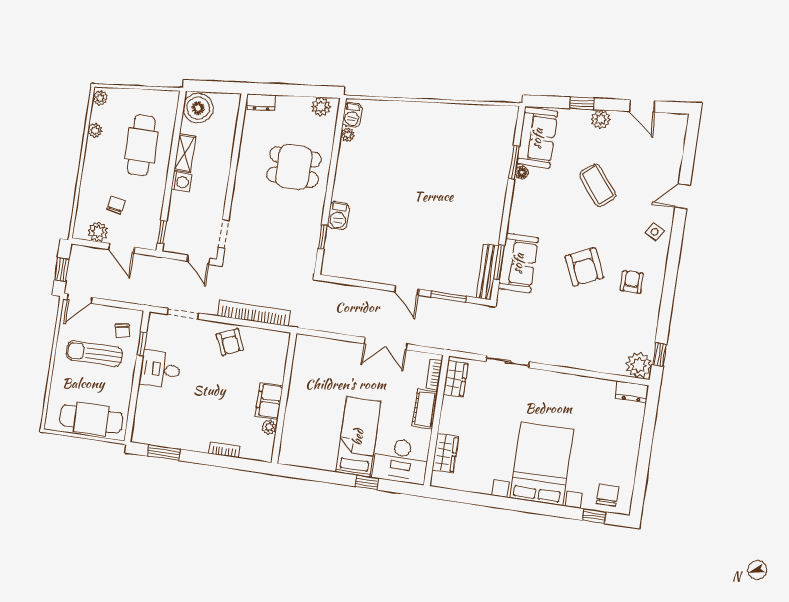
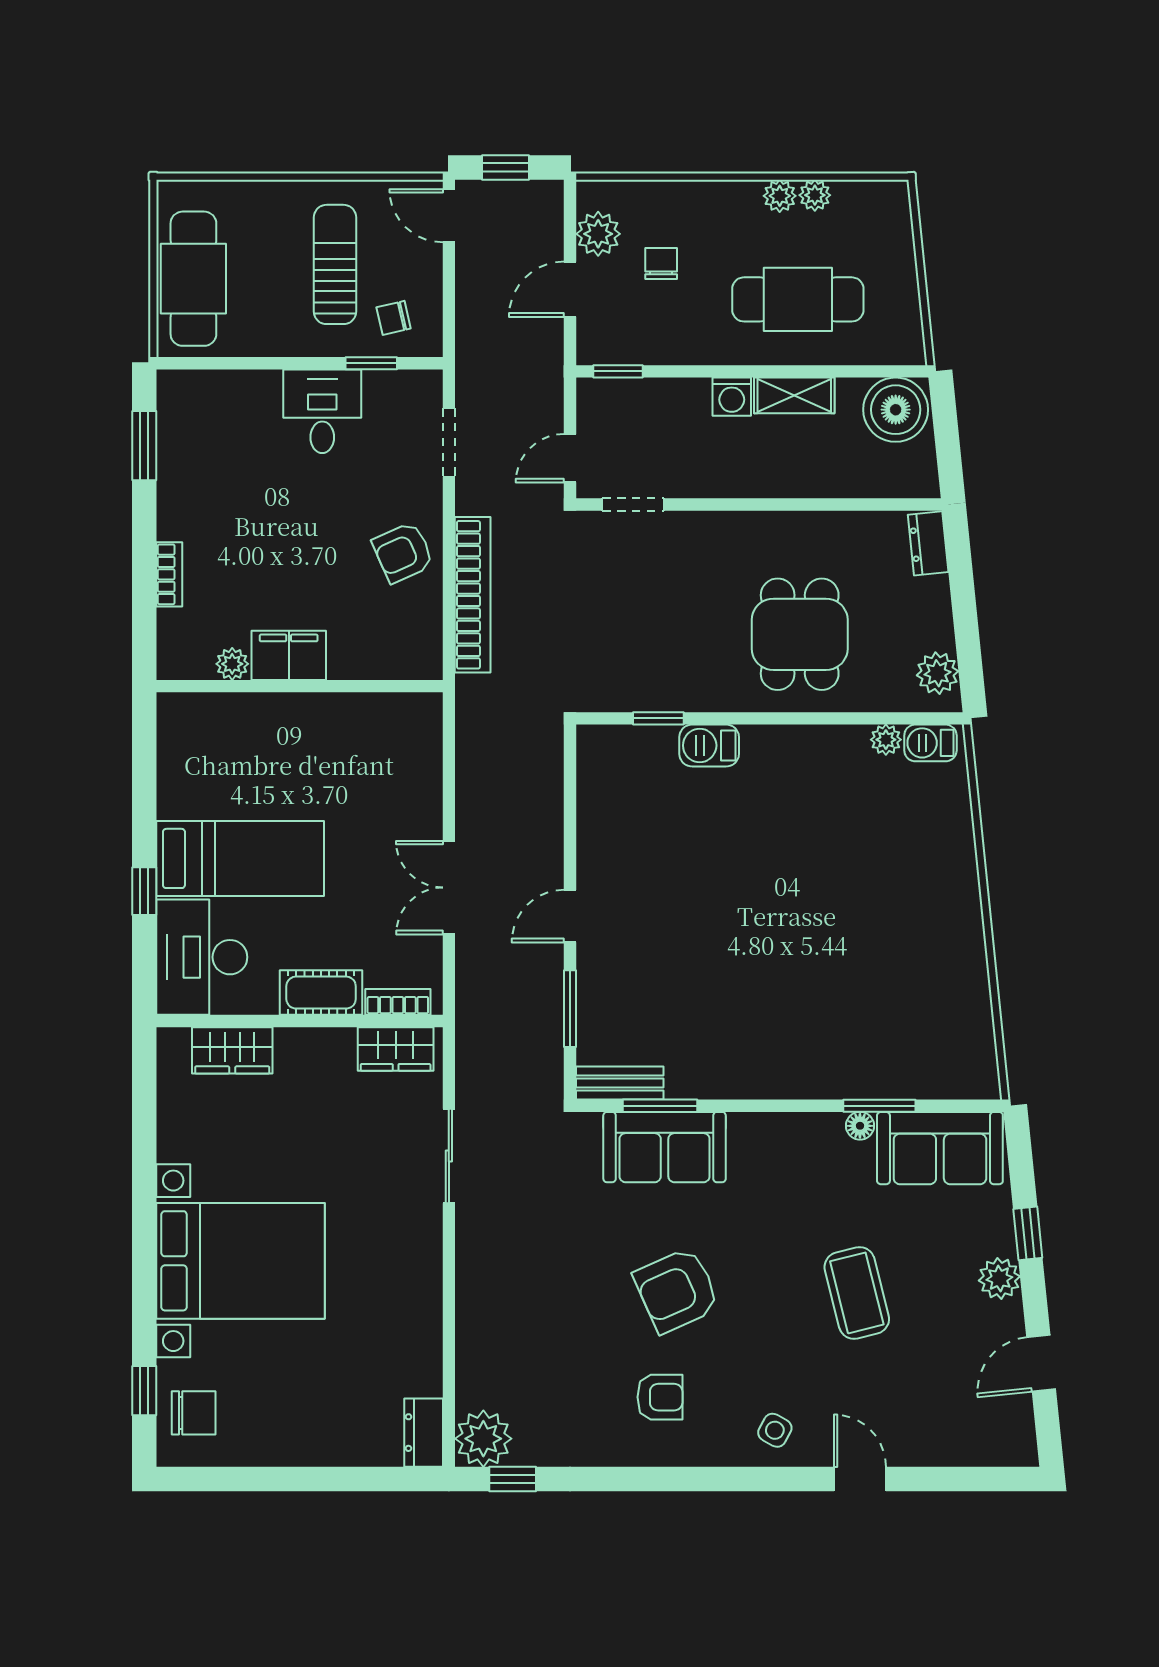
plant: (100, 98) -> (780, 196), moved
coffee table: (598, 185) -> (857, 1293), turned -66
chair: (116, 205) -> (661, 264), turned -100
bench: (487, 272) -> (620, 1083), width x0.73

